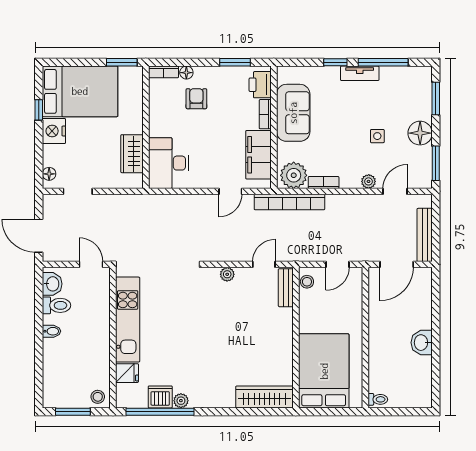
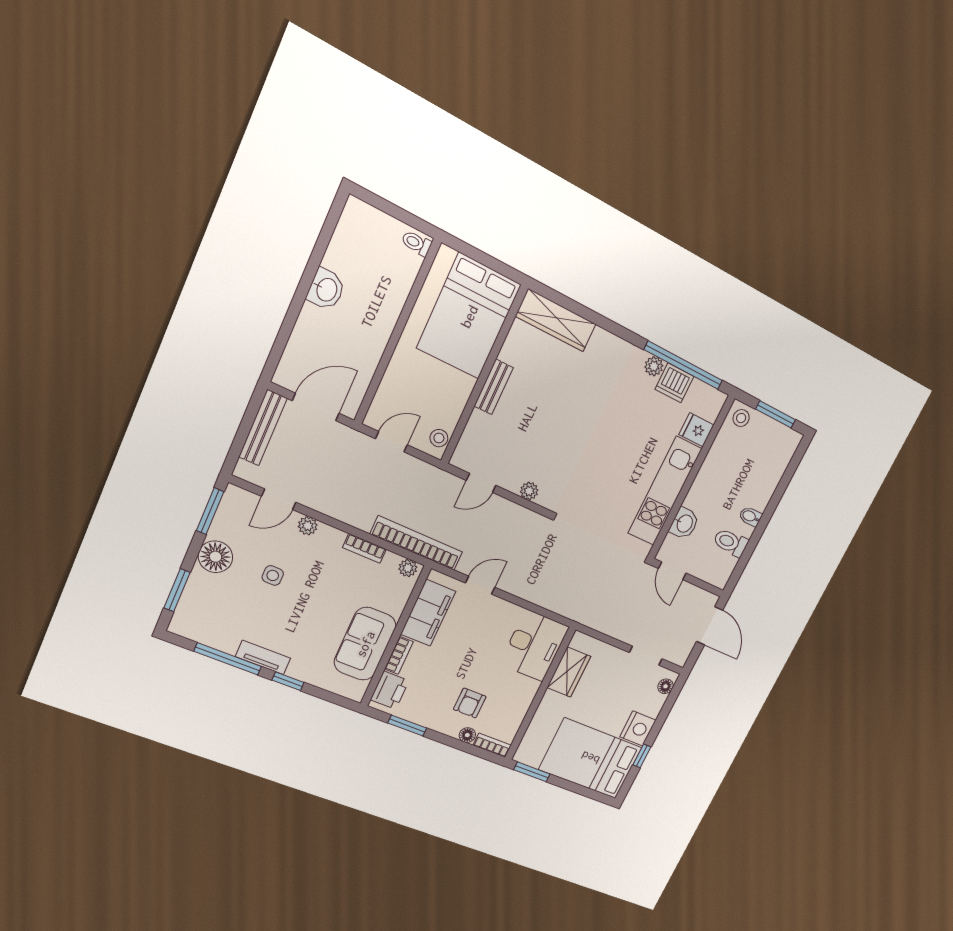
plant: (294, 175) -> (408, 568), width x0.53, depth x0.53
washbasin: (52, 284) -> (684, 523), moved, turned 180
bench: (286, 288) -> (494, 387), moved

